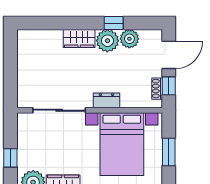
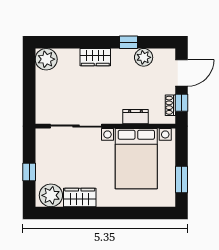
plant: (107, 41) -> (46, 59), moved
dresser: (106, 100) -> (135, 117), moved
window: (169, 152) -> (181, 180), moved

